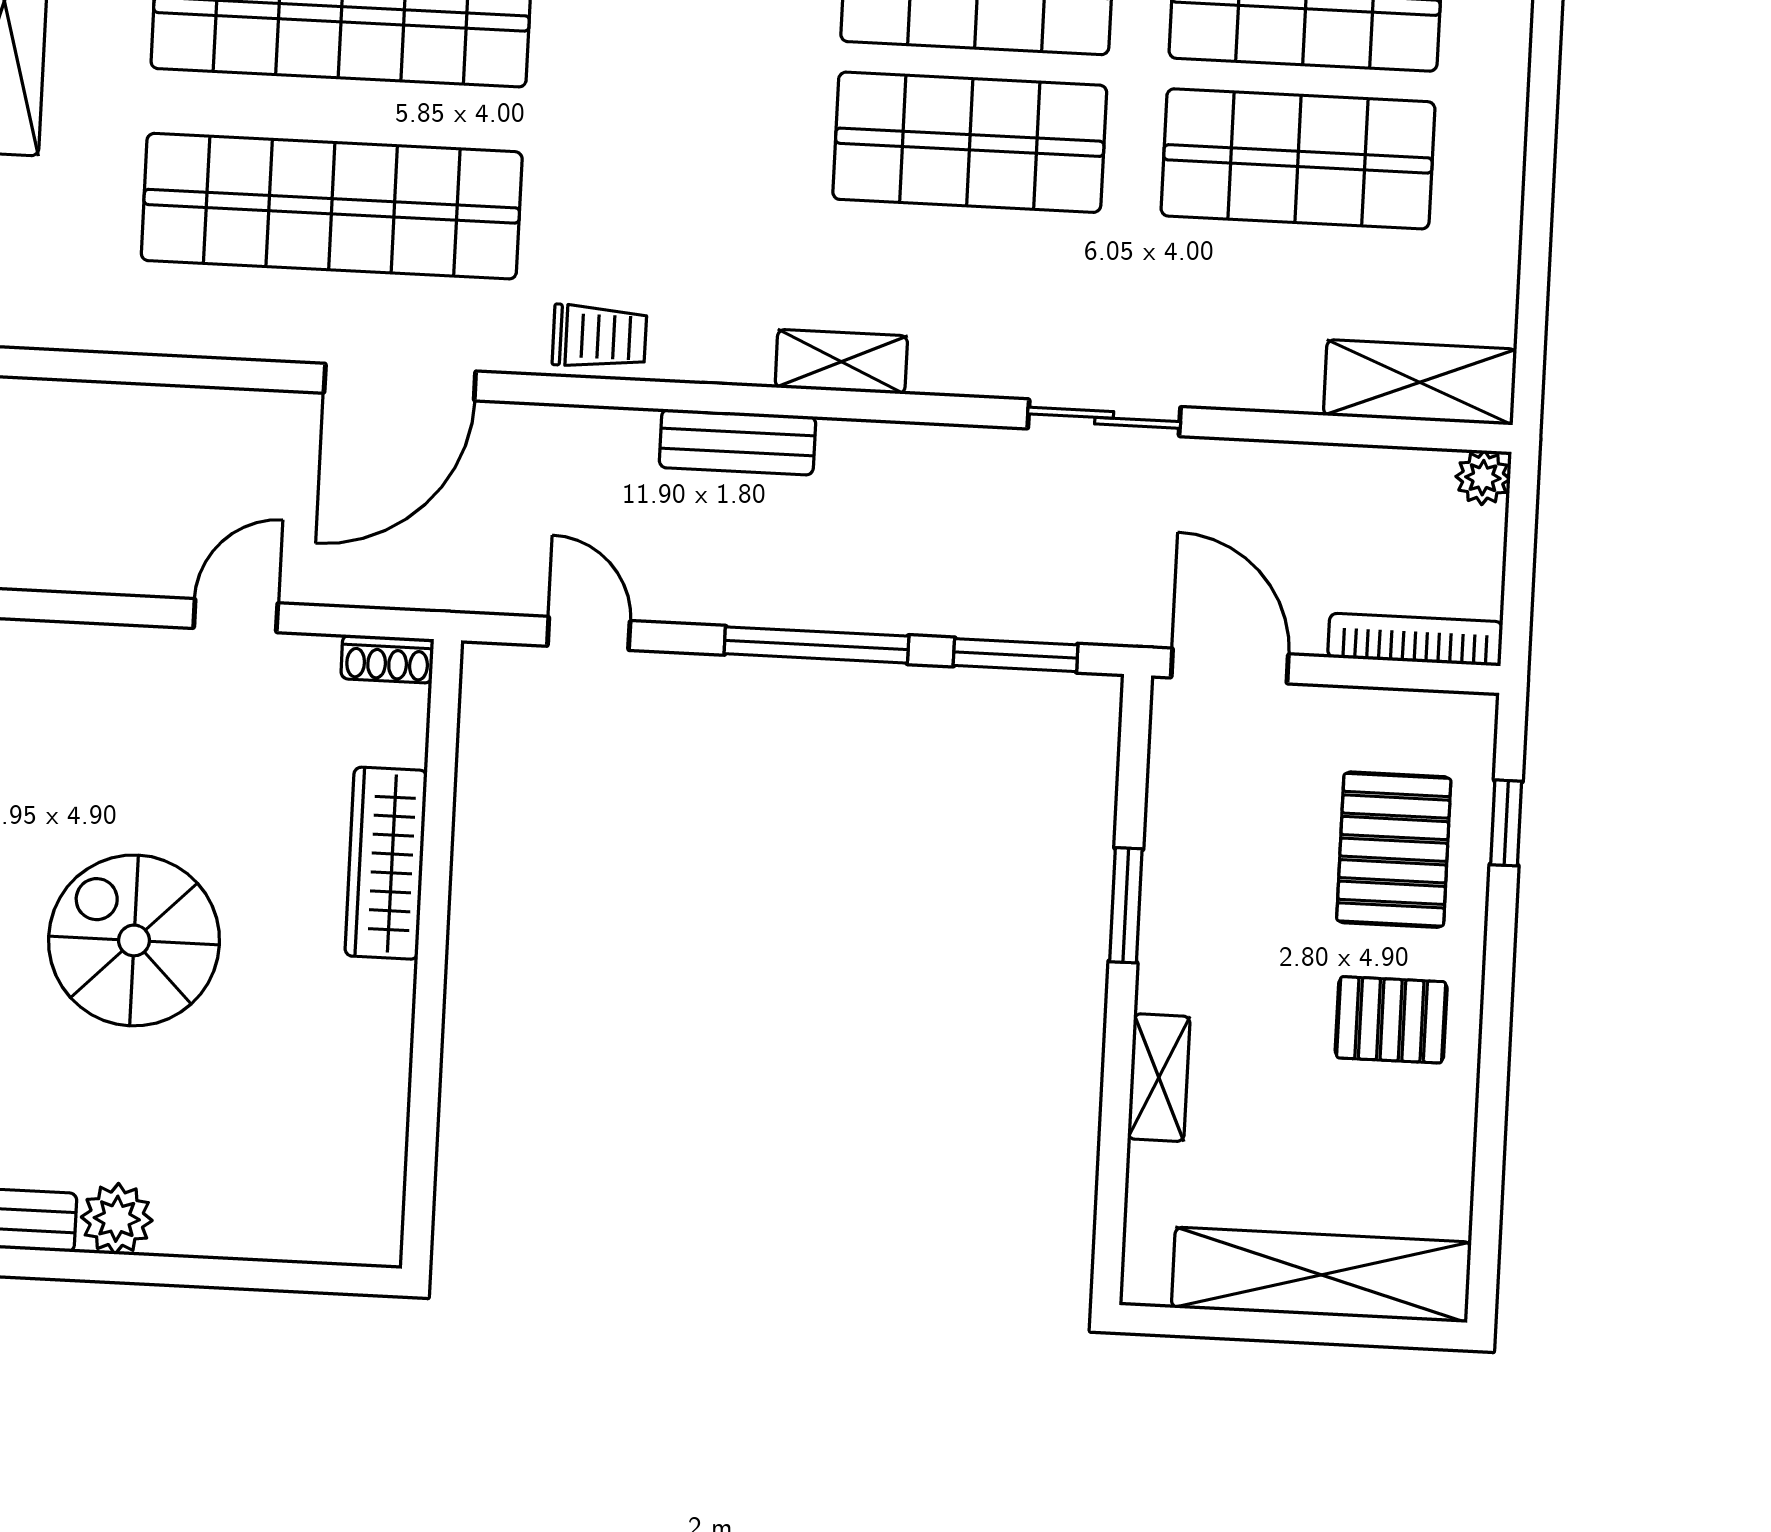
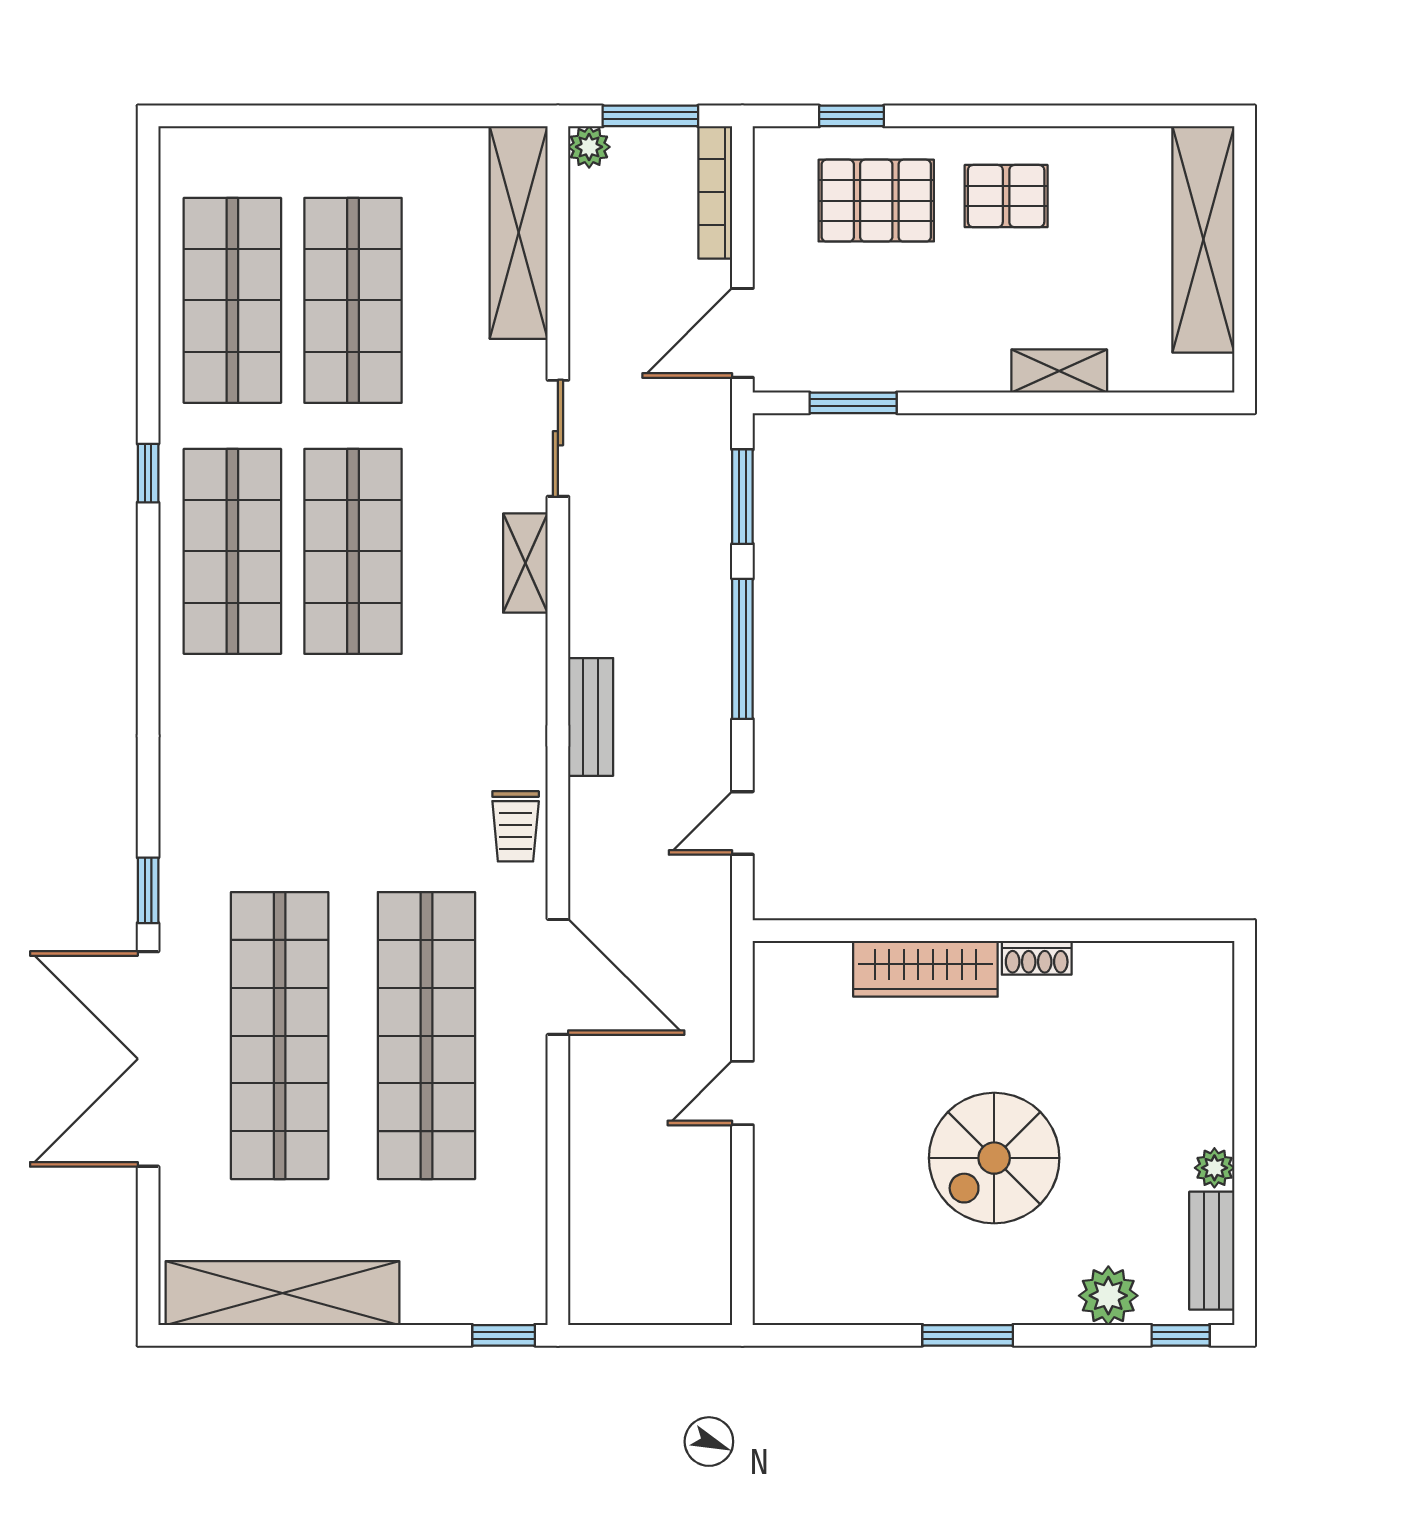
trolley: (599, 337) -> (516, 826), turned 180
shelving: (841, 362) -> (525, 563), moved
shelving: (1420, 382) -> (519, 233), width x1.47
window: (1519, 560) -> (650, 116), added
door: (236, 616) -> (742, 1093), hinge flipped
shoe rack: (387, 659) -> (1037, 958), moved, turned 90
window: (1126, 905) -> (853, 403), moved
pallet: (1391, 1020) -> (1006, 196), turned 90
plant: (117, 1219) -> (1214, 1168), width x0.73, depth x0.73

